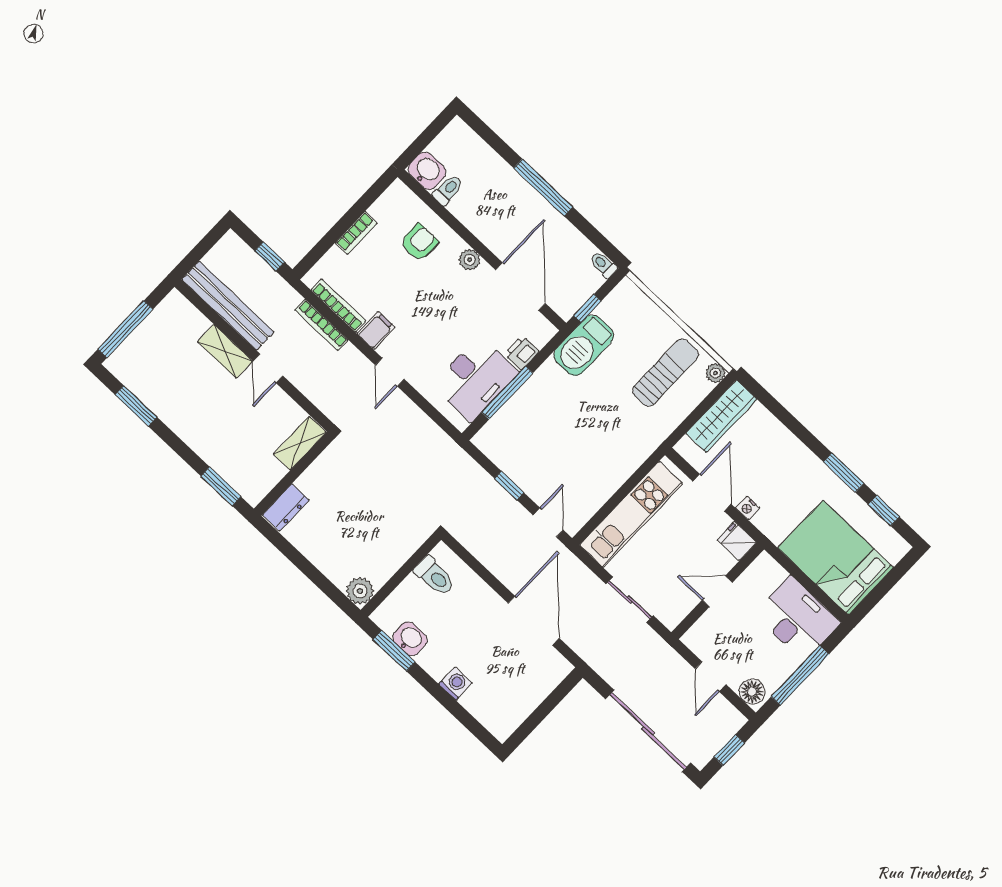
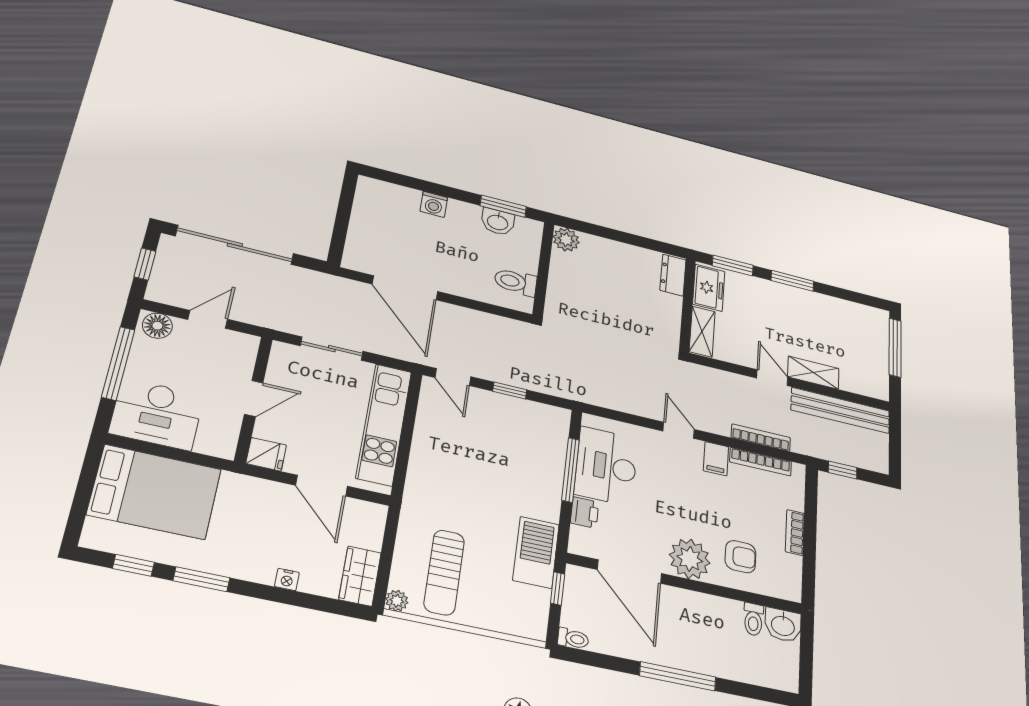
armchair: (419, 243) -> (740, 557), turned -90
plant: (470, 260) -> (690, 559), width x1.87, depth x1.87
window: (136, 406) -> (792, 281), moved
wardrobe: (721, 416) -> (360, 576), width x0.67
freezer: (261, 478) -> (709, 288), added
nightstand: (748, 508) -> (287, 580), moved, turned 180
door: (710, 677) -> (208, 319), hinge flipped

